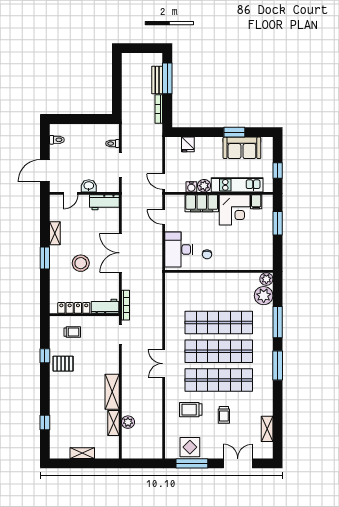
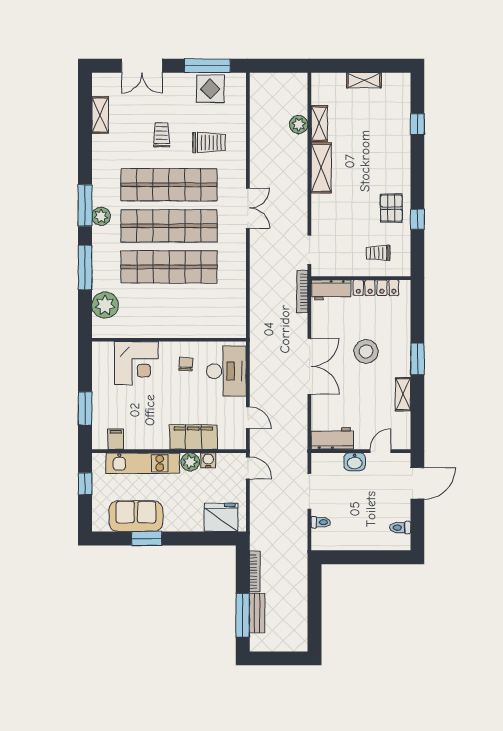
fridge: (188, 144) -> (221, 517), width x1.88, depth x1.34
corner desk: (235, 210) -> (136, 363), moved, turned 180
plant: (266, 279) -> (101, 216), moved
pallet: (63, 364) -> (391, 208), turned 90

